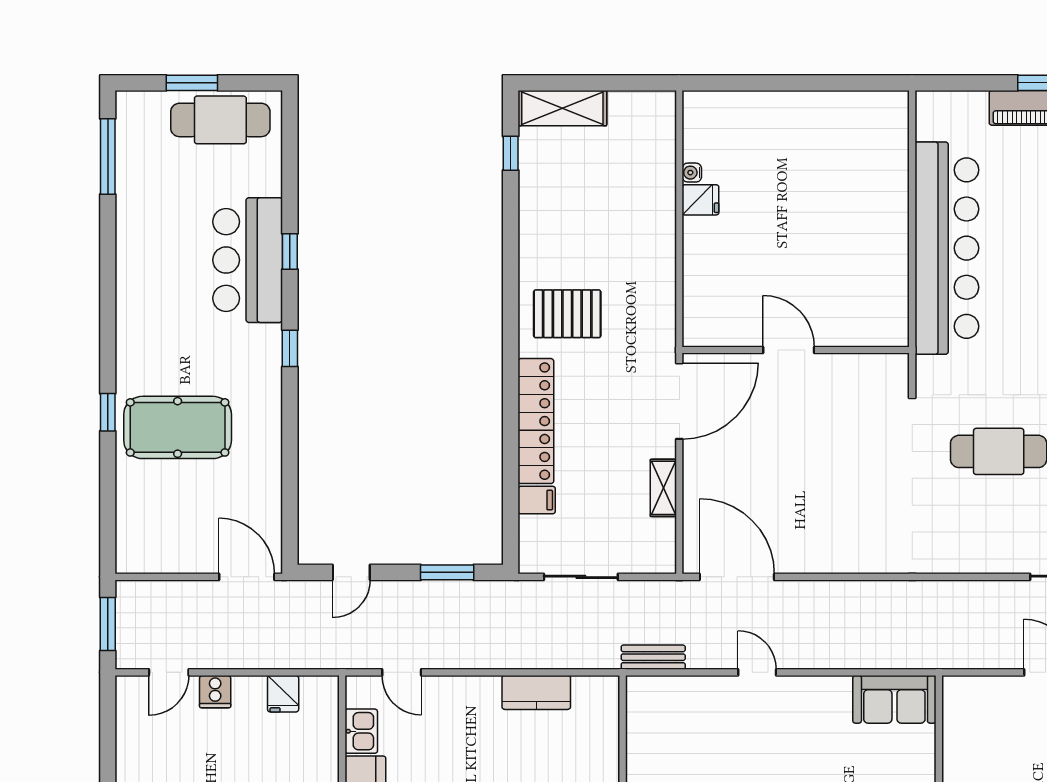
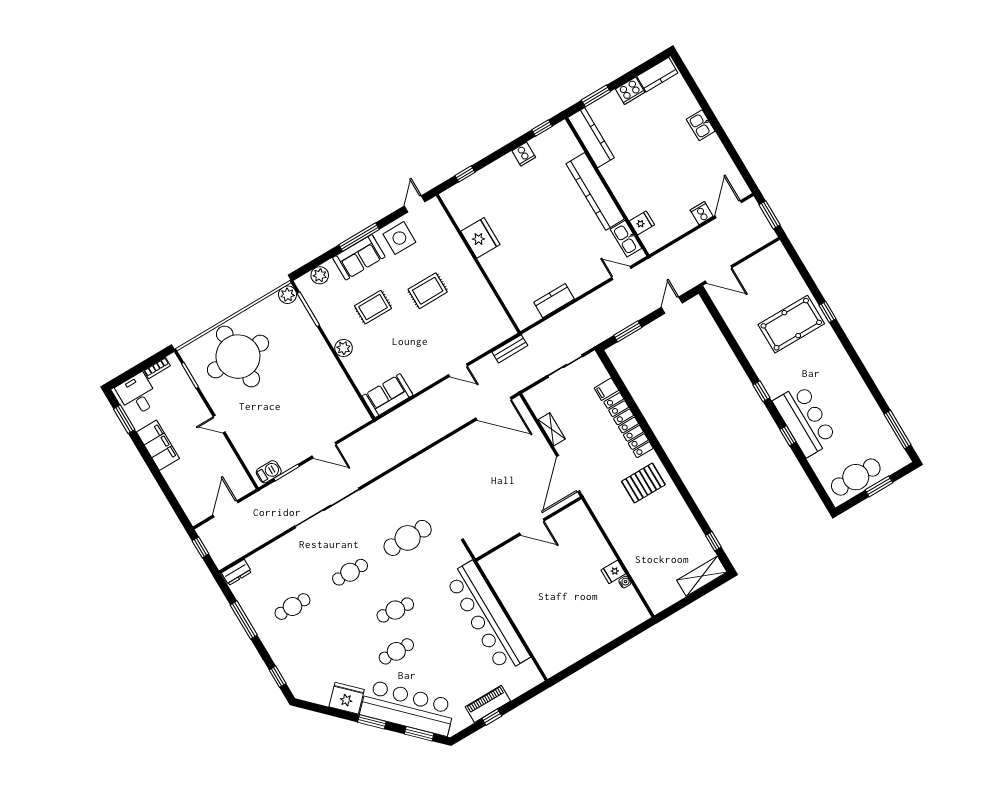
door: (169, 672) -> (728, 209), width x1.38
fridge: (283, 694) -> (642, 223), moved, turned 90
kitchen sink: (361, 731) -> (626, 239), width x1.38

